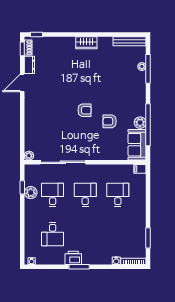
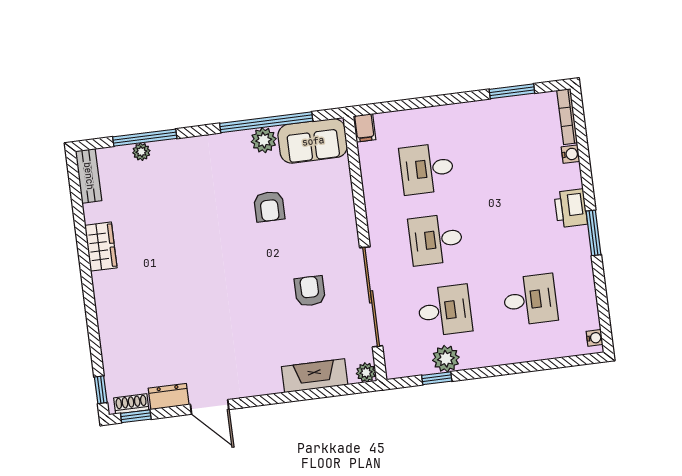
bench: (130, 41) -> (89, 176), width x0.73
wardrobe: (86, 43) -> (101, 247), moved
armchair: (84, 110) -> (310, 291), moved
fireplace: (30, 132) -> (315, 376), added
desk: (53, 195) -> (445, 311), turned 180
printer: (73, 258) -> (571, 208), moved

